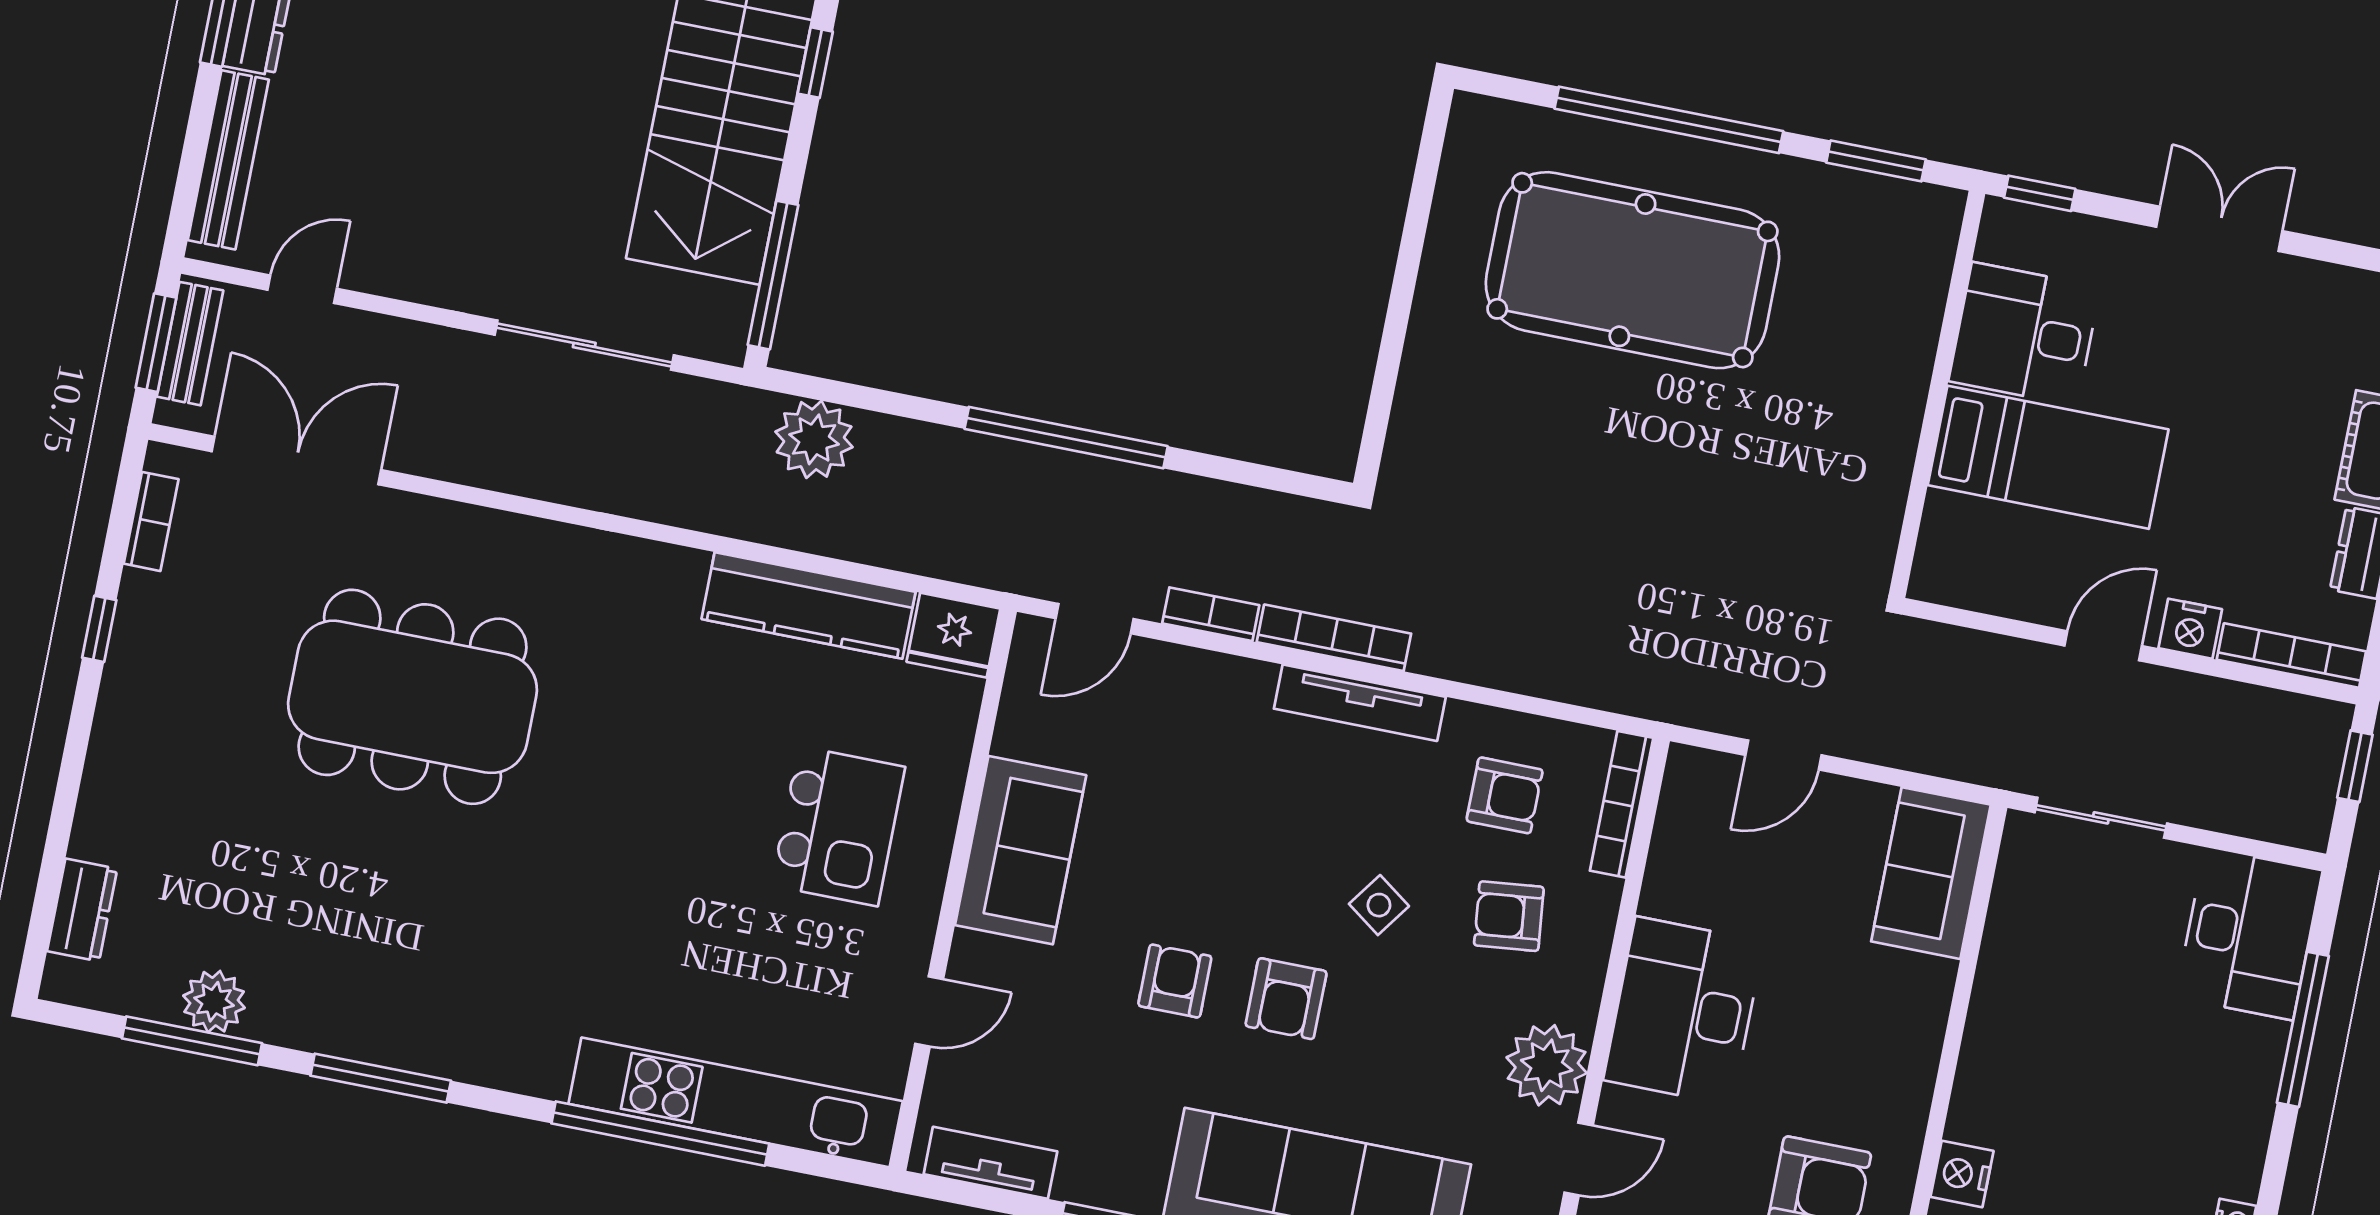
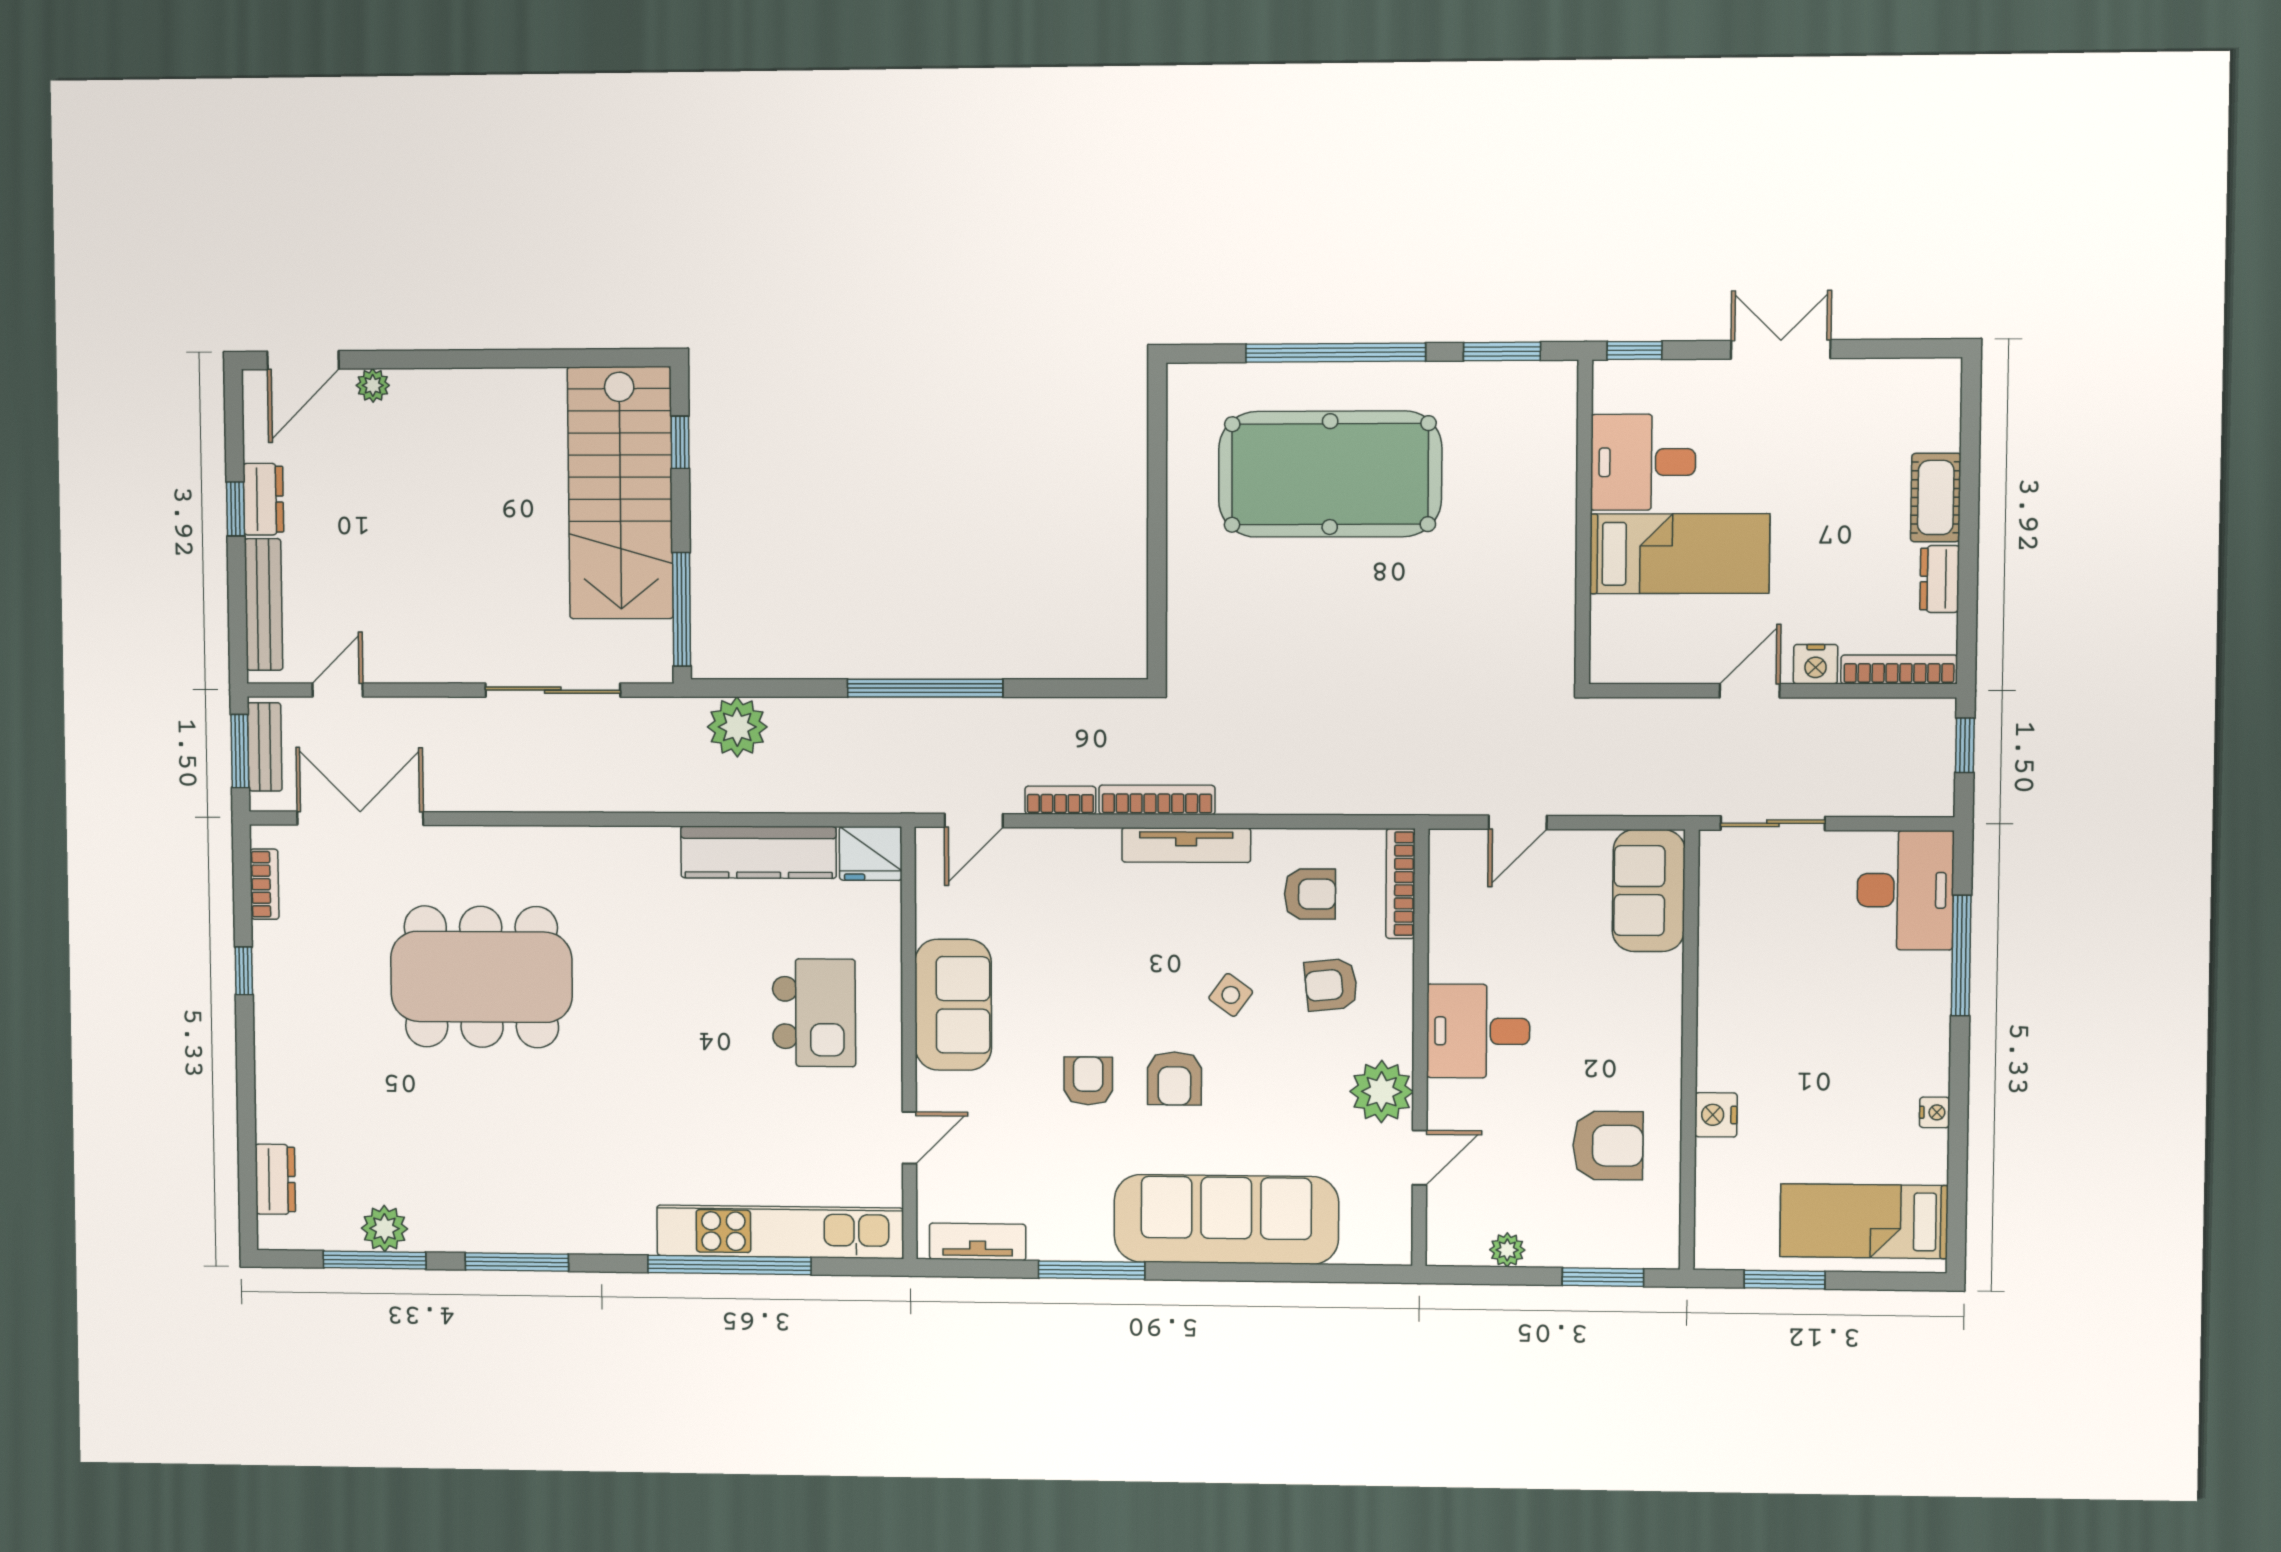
desk: (1684, 1011) -> (1478, 1031), width x0.73

